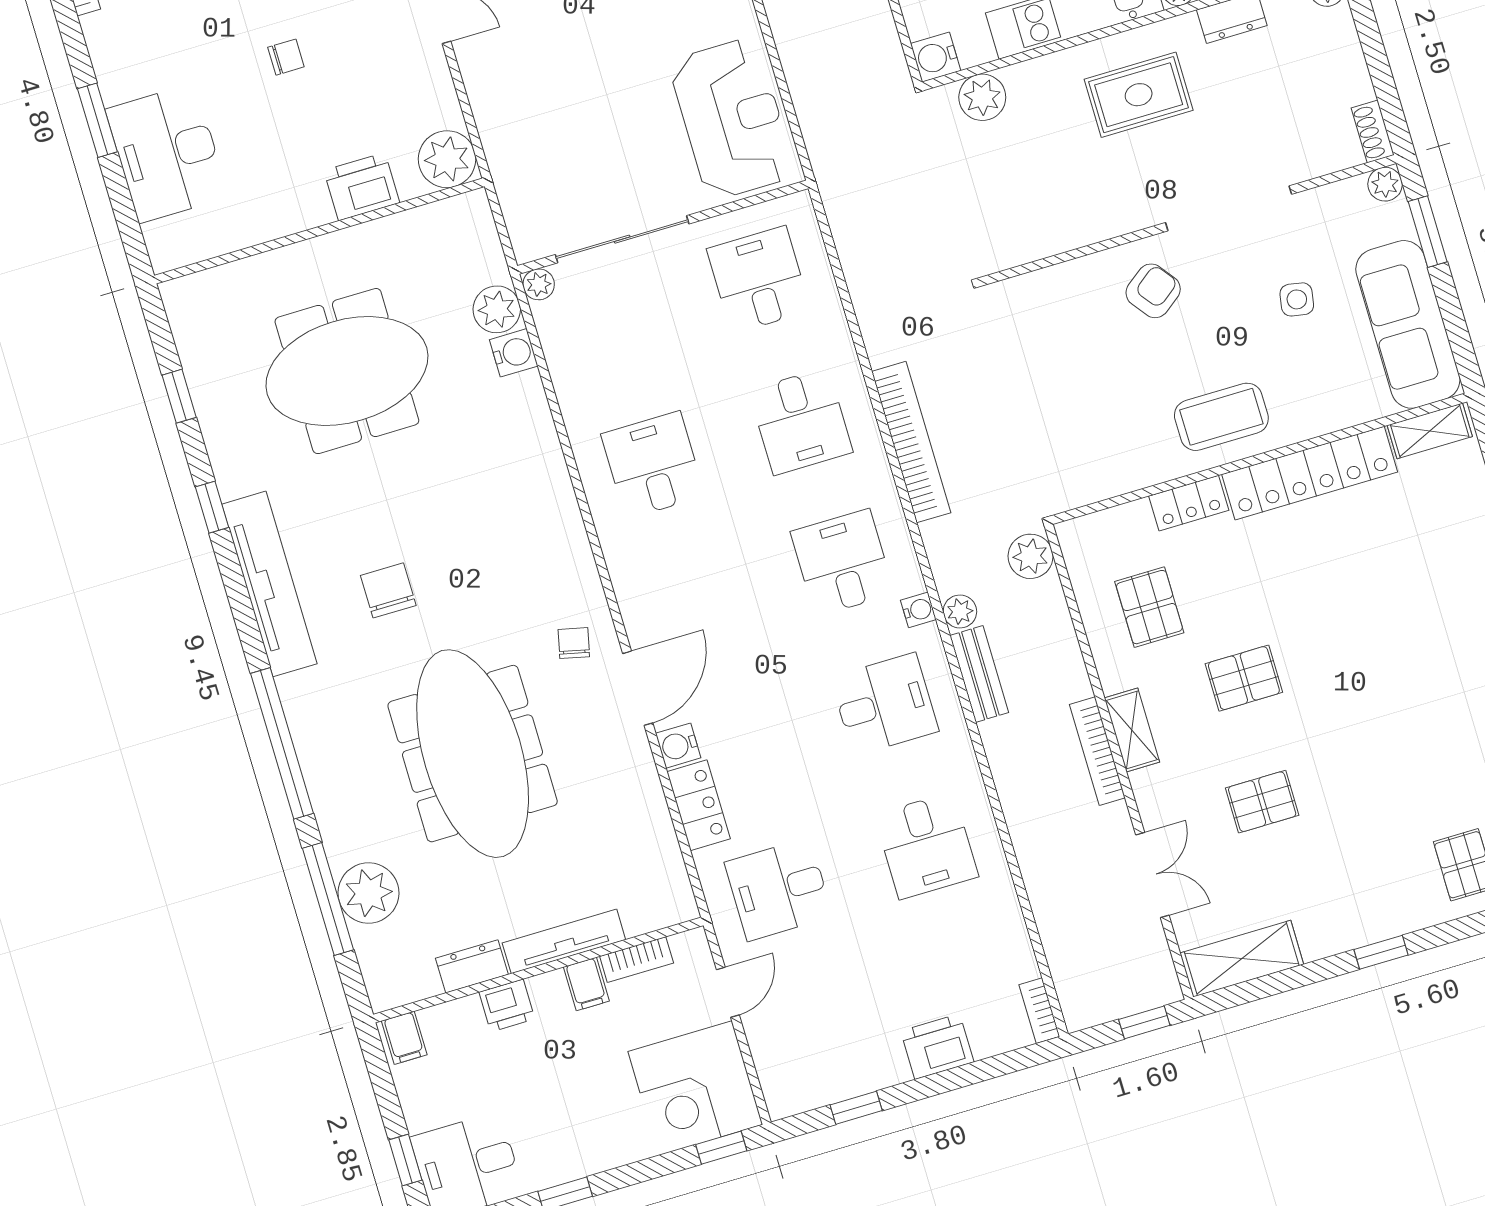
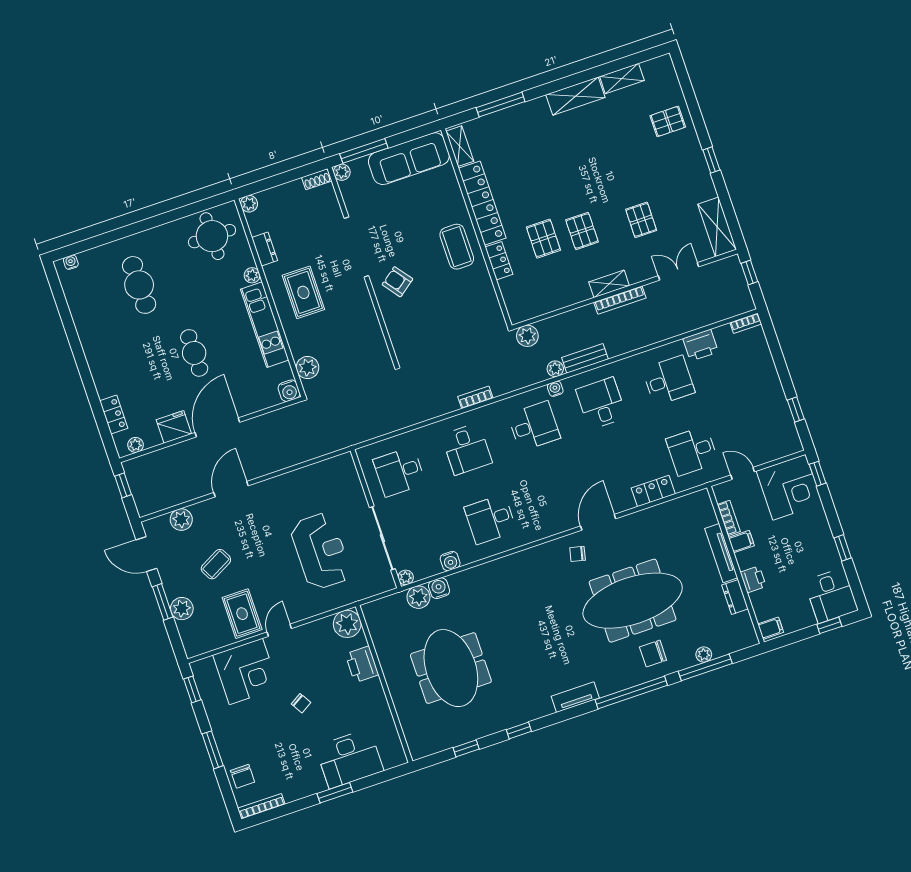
chair: (286, 57) -> (301, 703), turned 149
reception desk: (732, 119) -> (321, 551), moved, turned 90
window: (1428, 232) -> (364, 151), width x1.44
side table: (1297, 299) -> (399, 213), removed
desk: (801, 421) -> (467, 449), turned 90
bookcase: (911, 442) -> (475, 397), width x0.43, depth x0.76
desk: (843, 563) -> (534, 426), turned 180
tv unit: (269, 584) -> (575, 697), width x0.52, depth x0.78
chair: (388, 590) -> (653, 654), moved
pallet: (1149, 607) -> (543, 239), moved, turned 90
door: (638, 688) -> (598, 522), hinge flipped
water cooler: (678, 746) -> (450, 561), moved
desk: (779, 889) -> (692, 451), turned 90
plant: (369, 893) -> (704, 655), width x0.53, depth x0.53
printer: (937, 1046) -> (701, 345), moved, turned -90

